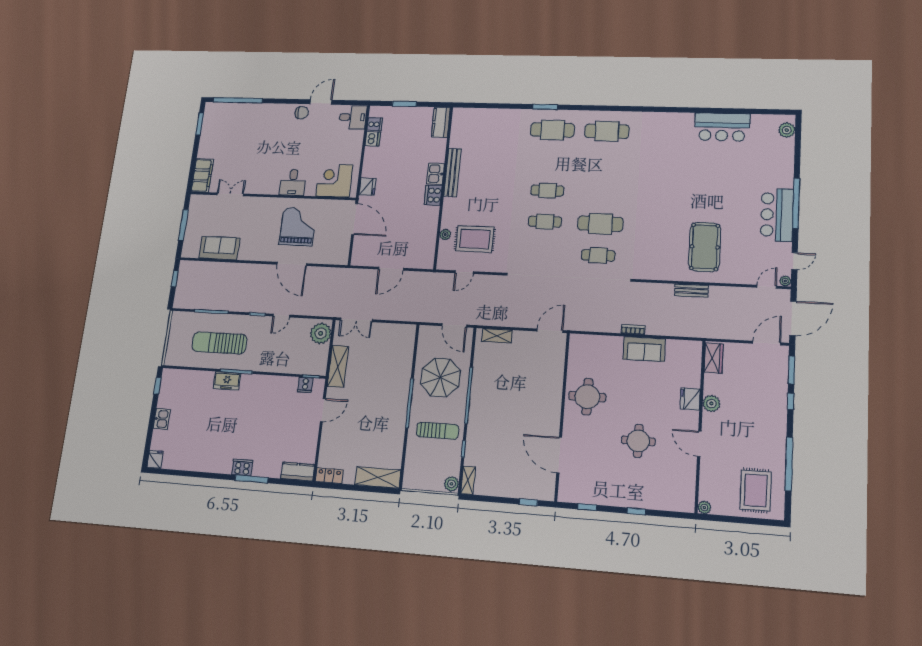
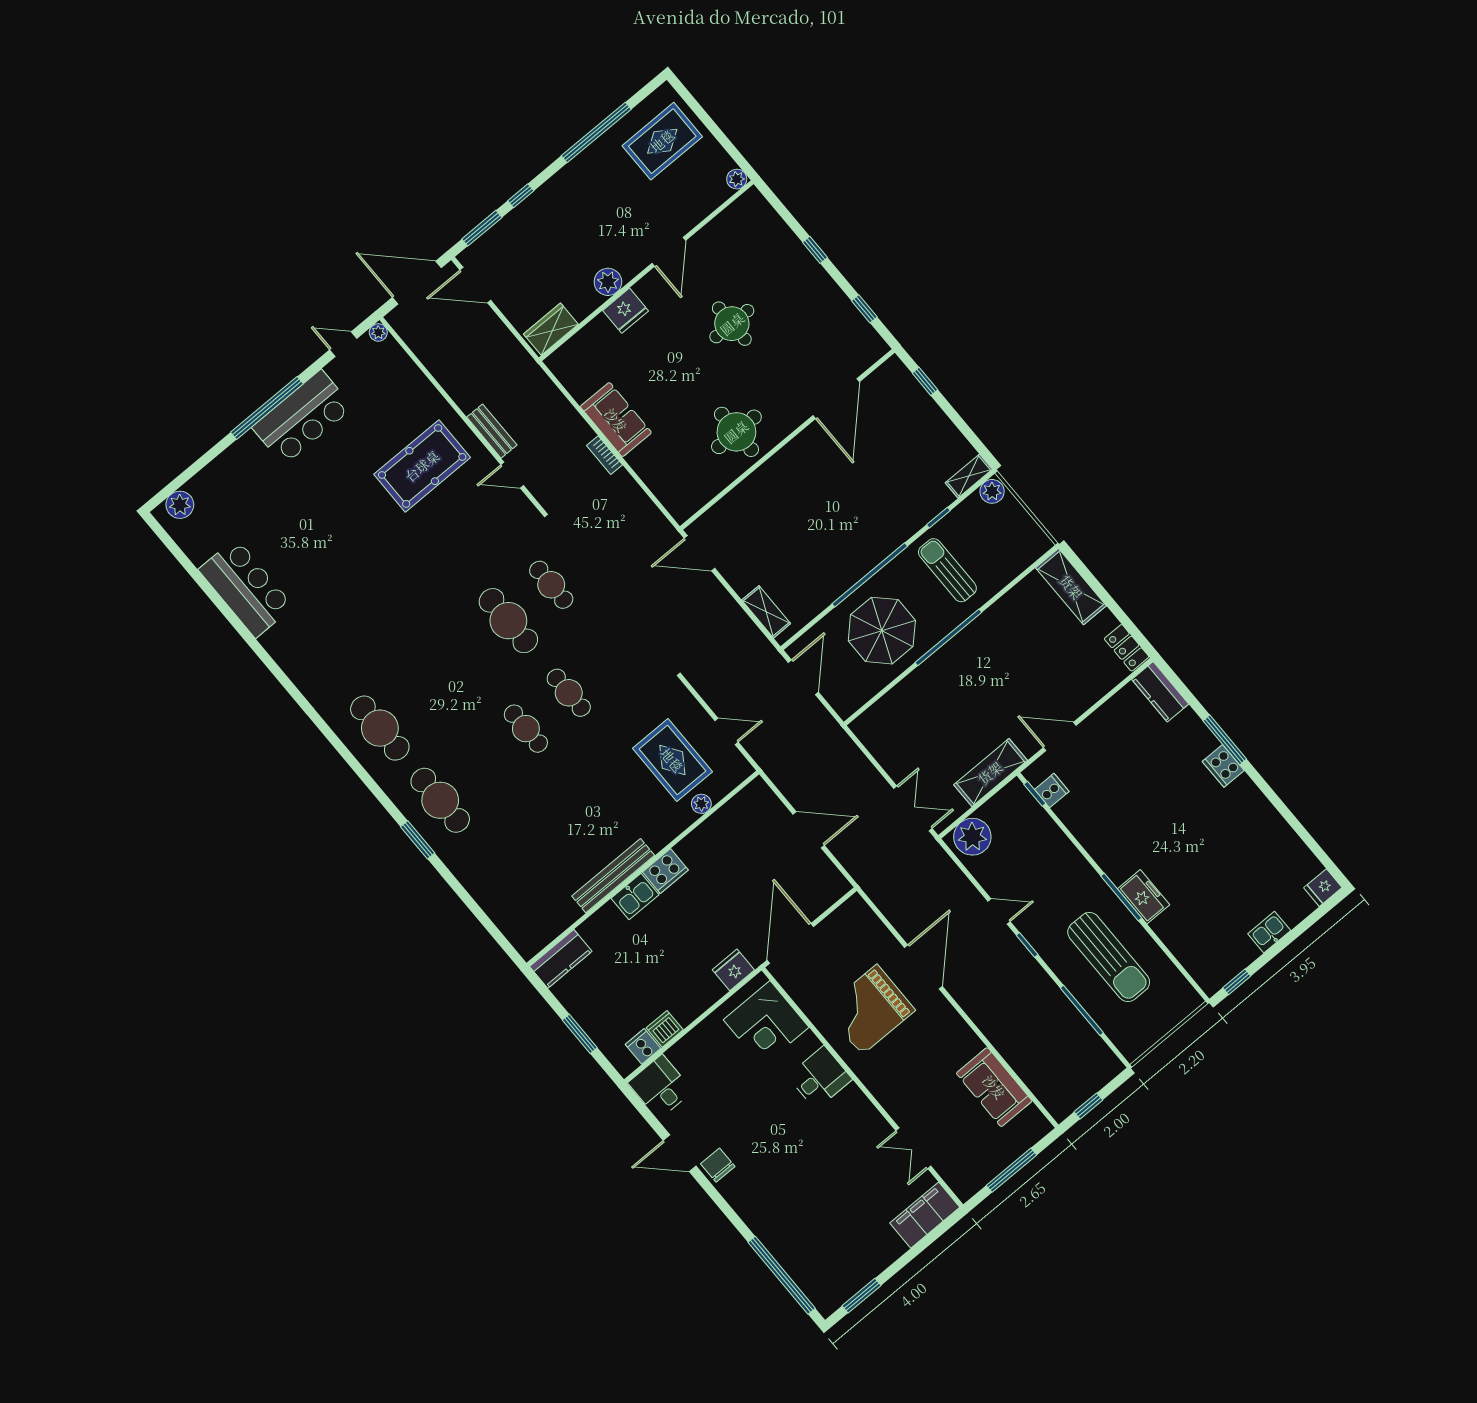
door: (767, 287) -> (512, 475), moved

